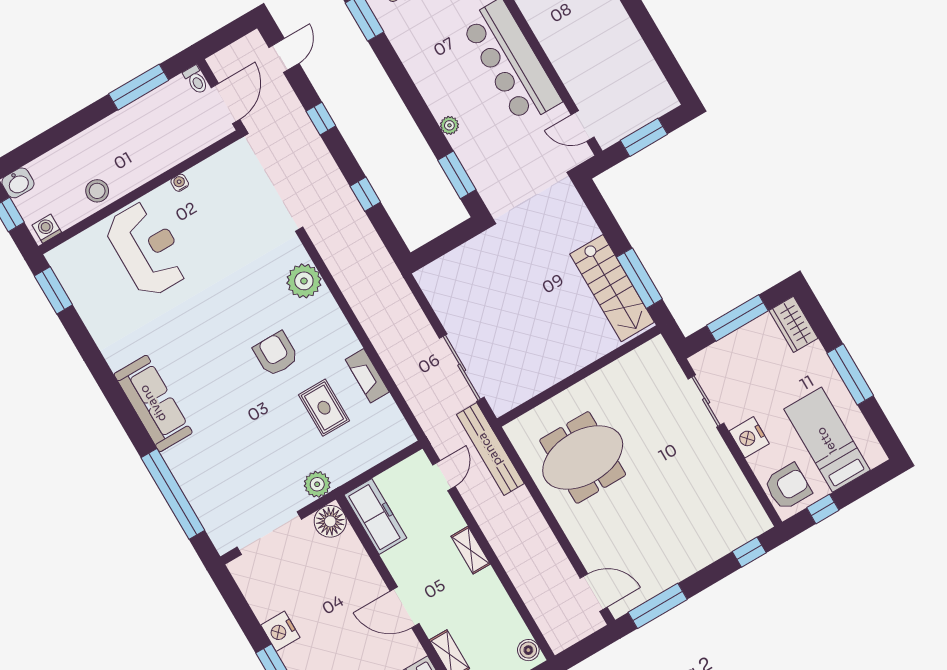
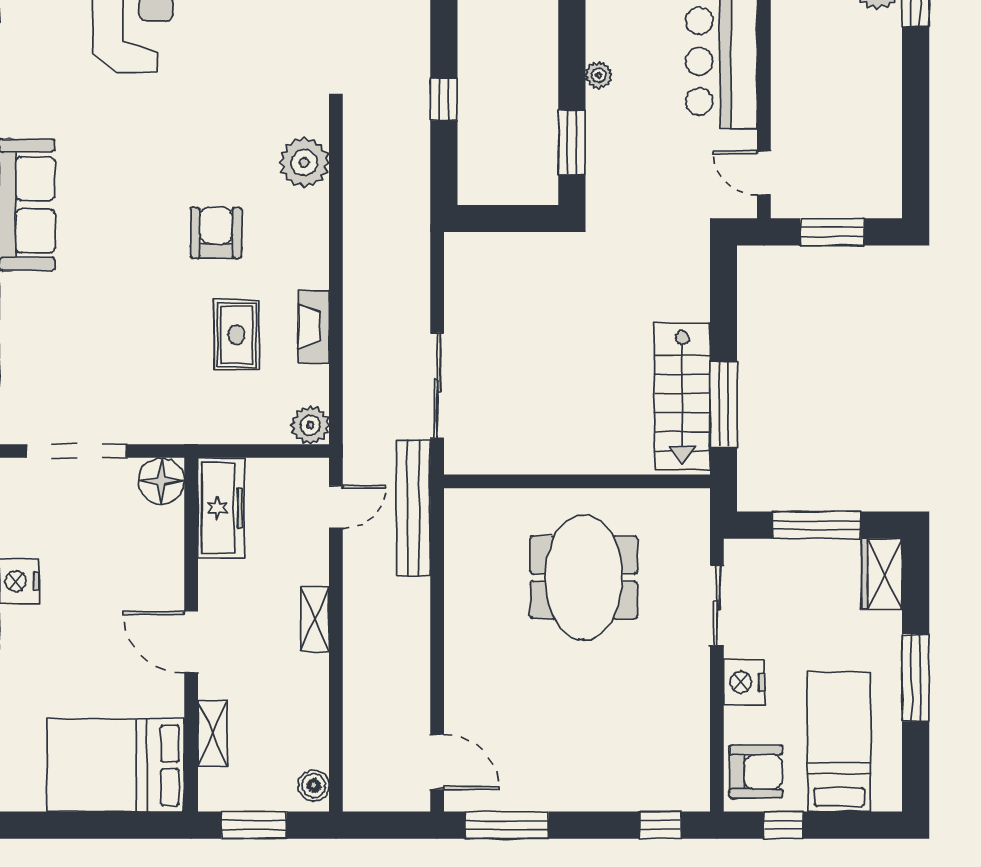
meeting table: (583, 457) -> (584, 577), moved, turned 90
plant: (317, 484) -> (310, 425), moved

